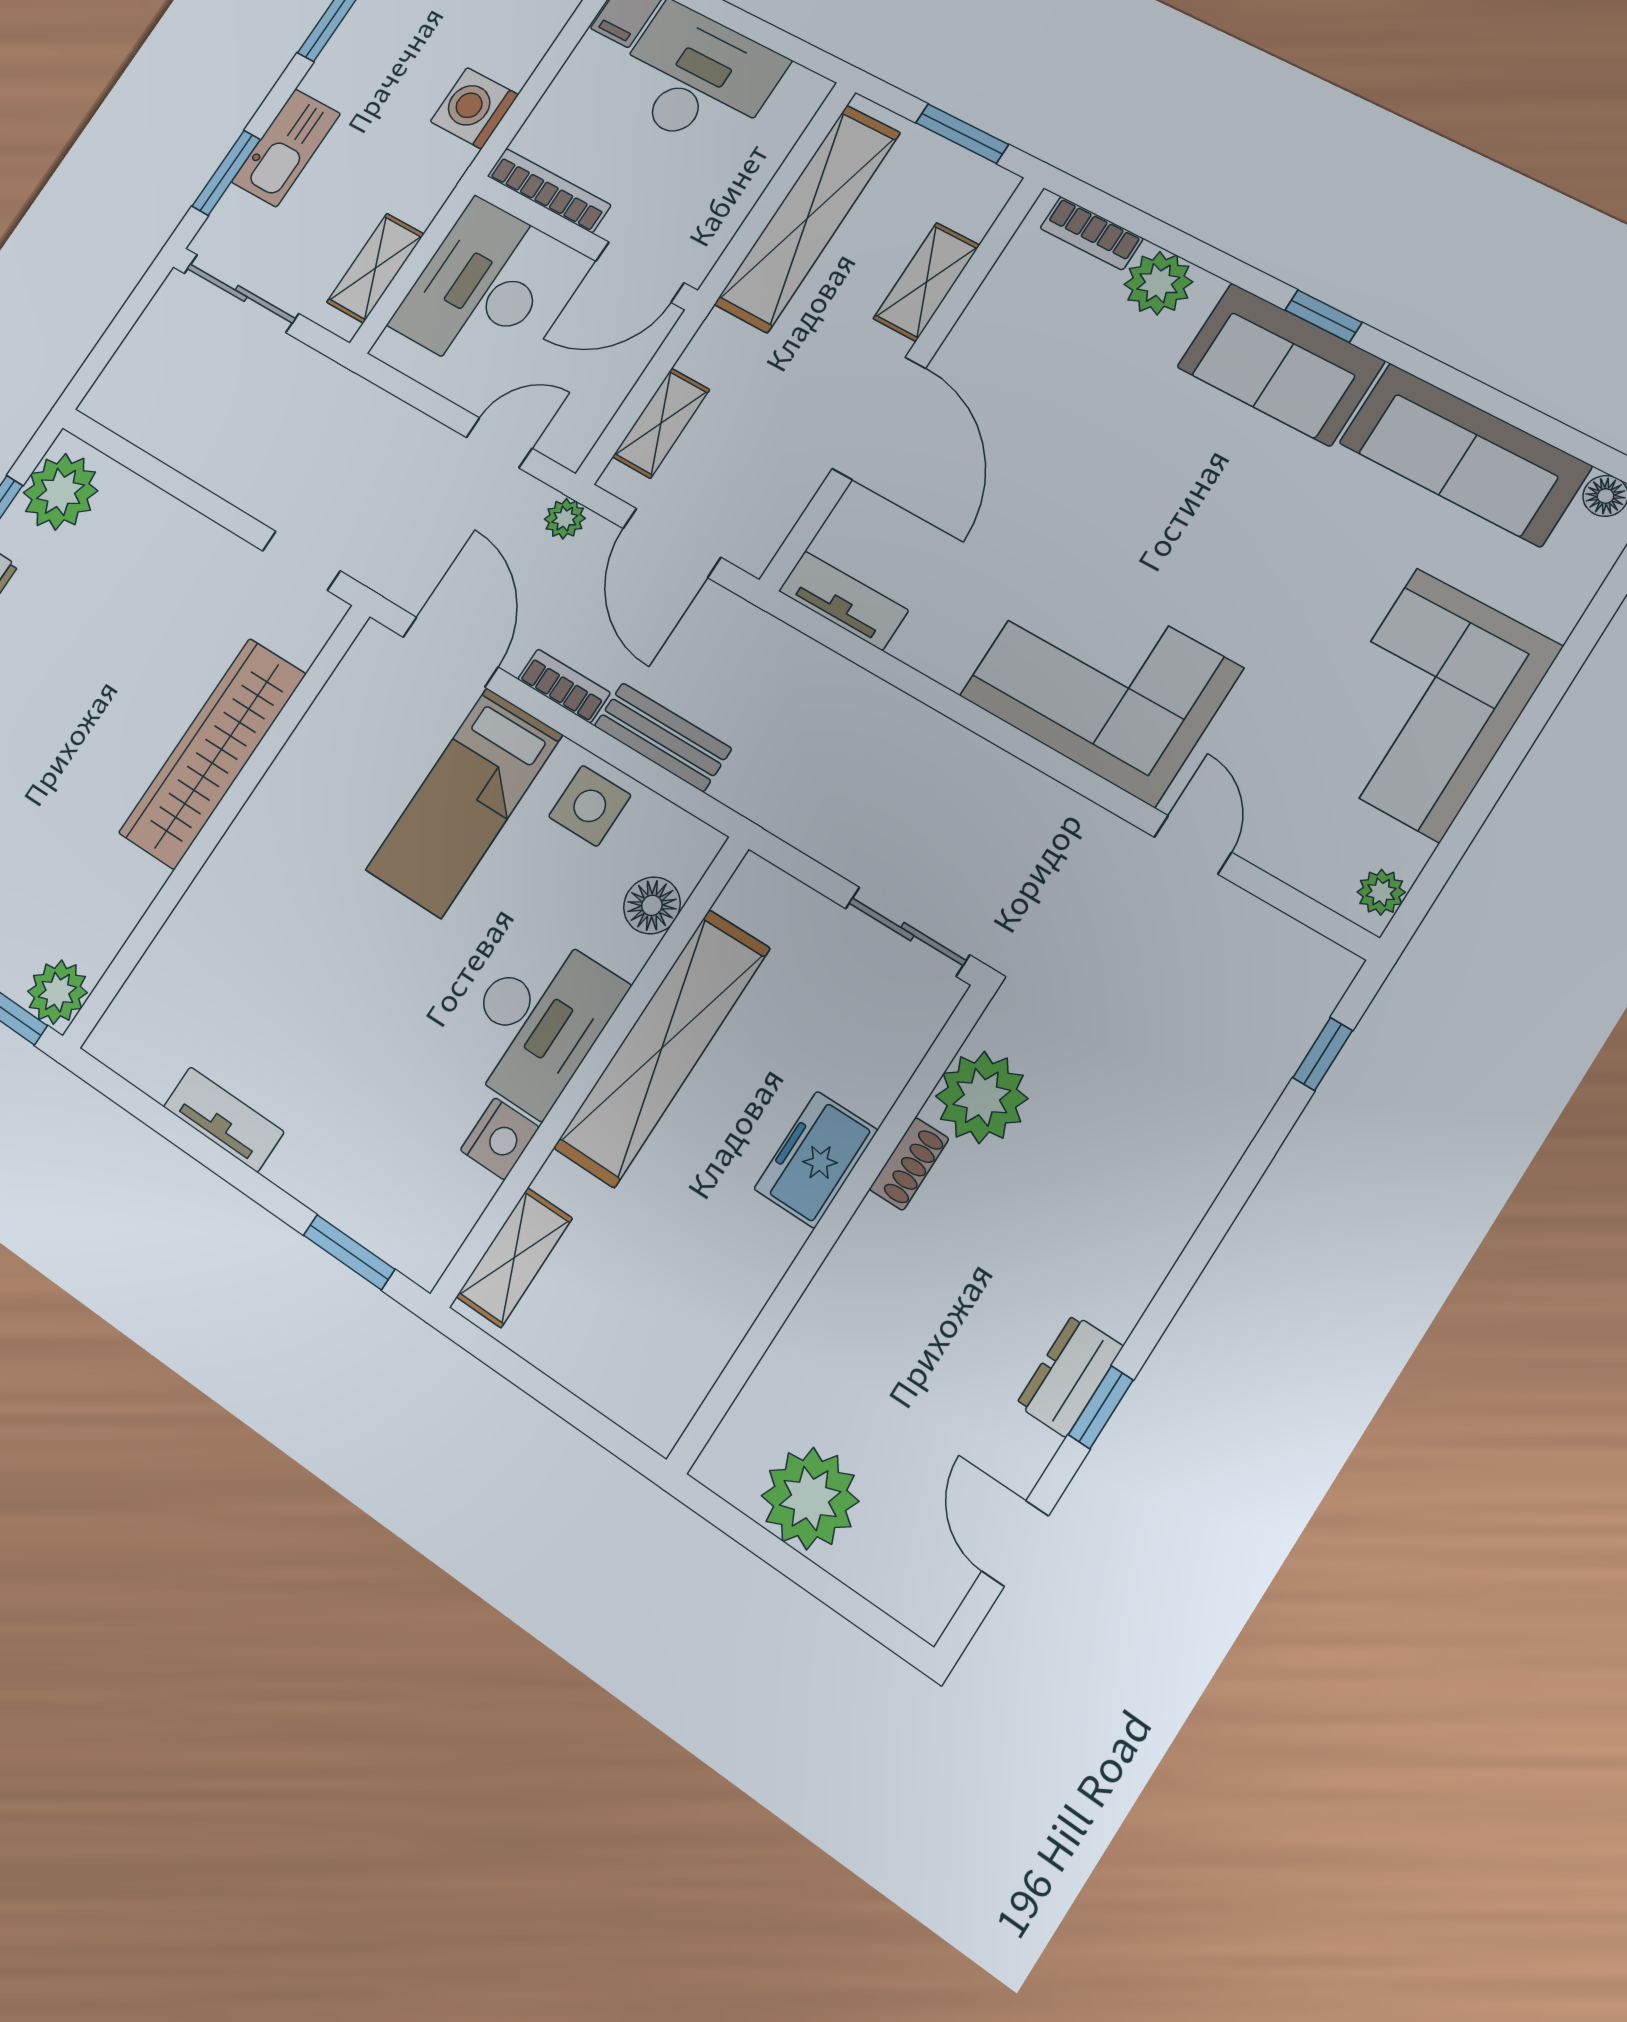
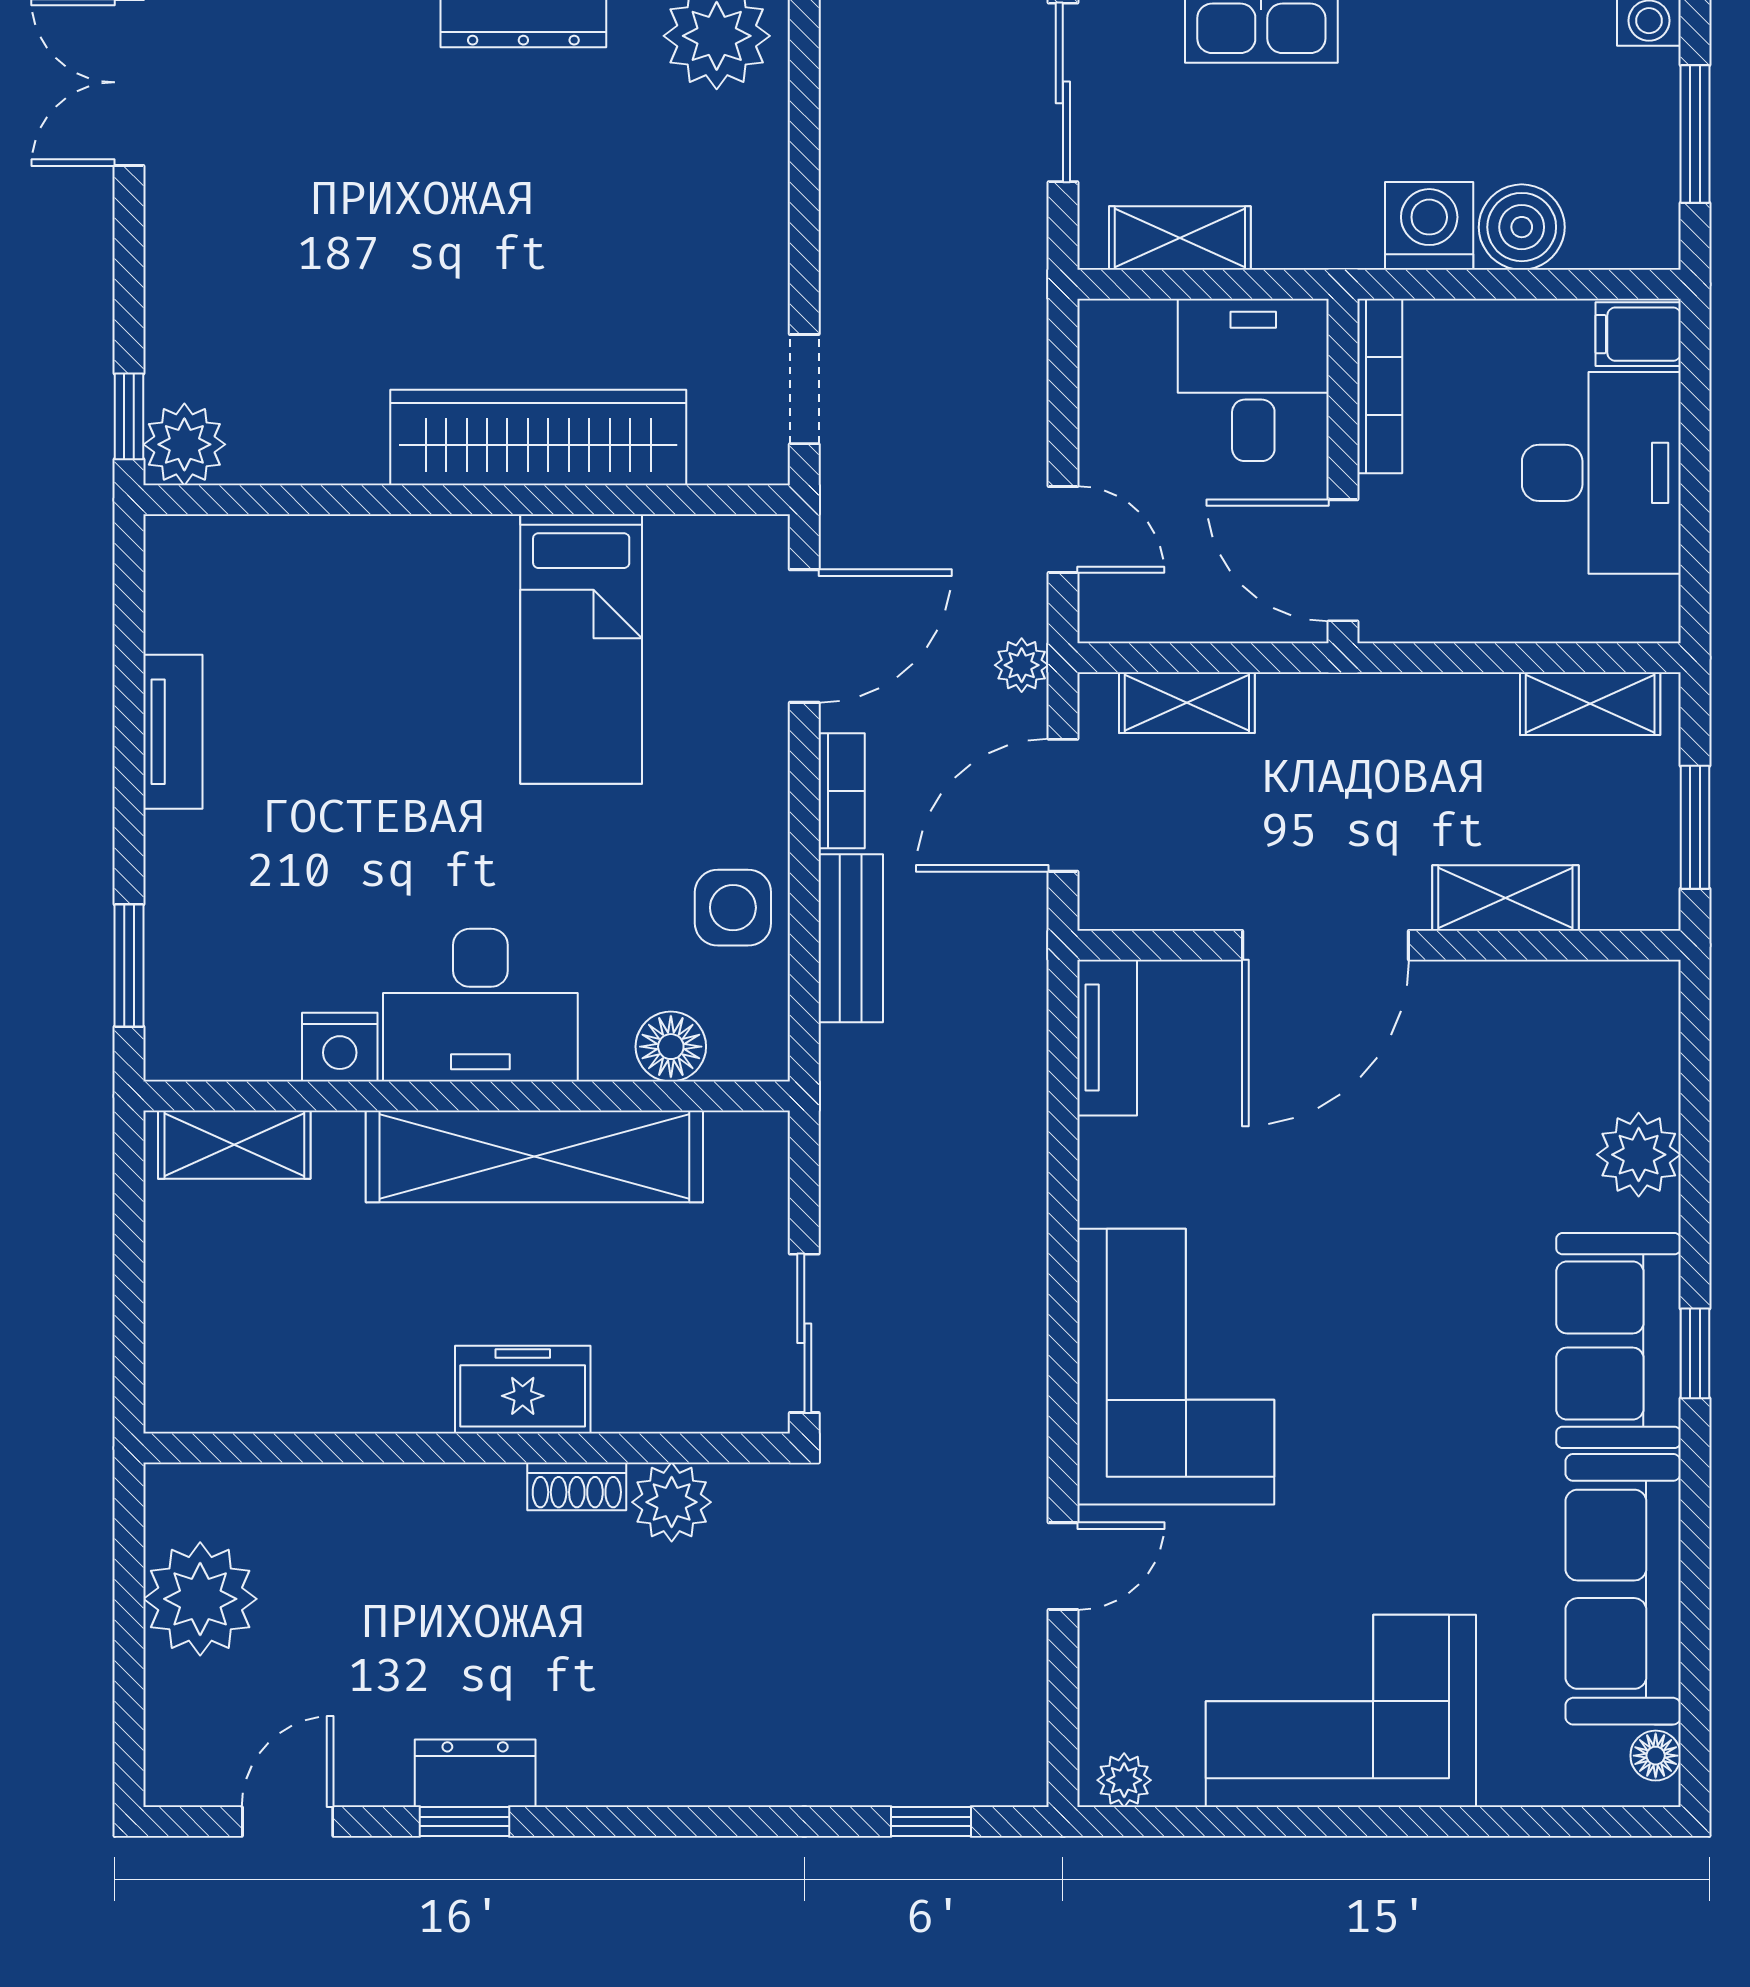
boiler: (514, 51) -> (1522, 227), added
shelving: (807, 219) -> (1590, 704), width x0.45, depth x0.75
bookcase: (1092, 233) -> (1656, 1046), removed
desk: (479, 287) -> (1253, 380), width x0.73
bed: (464, 802) -> (581, 649), moved, turned -90
plant: (982, 1097) -> (672, 1502), width x0.73, depth x0.73

